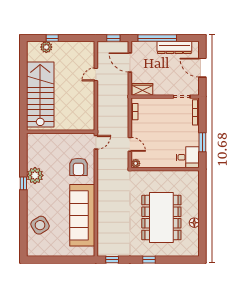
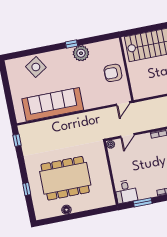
door: (96, 142) -> (123, 104), hinge flipped
armchair: (79, 167) -> (113, 73), moved
window: (149, 260) -> (27, 189), moved

